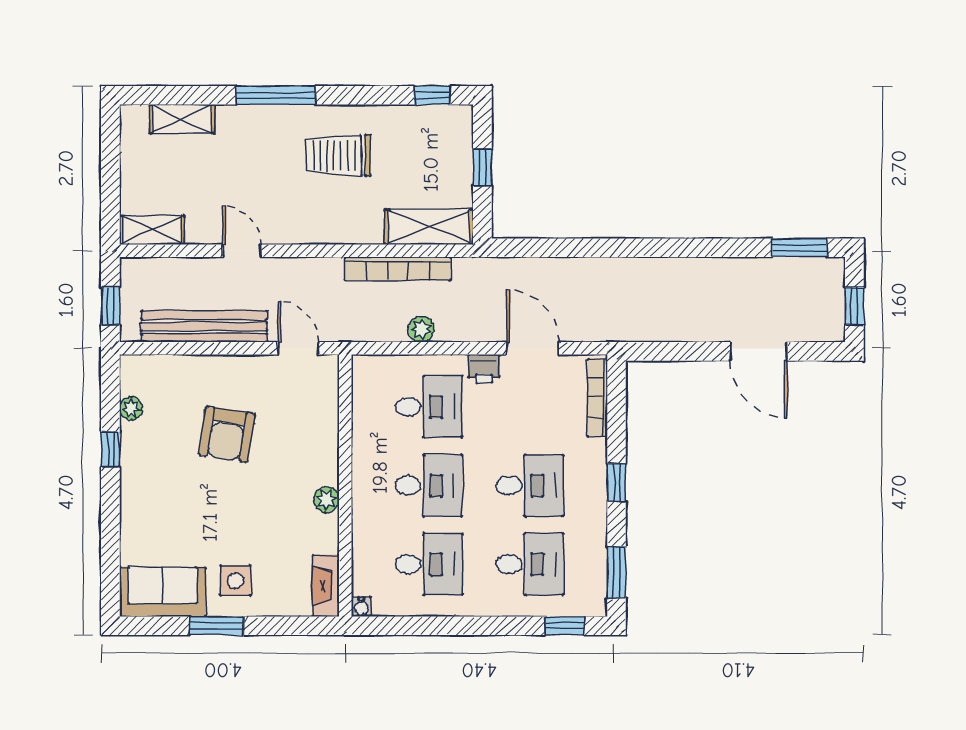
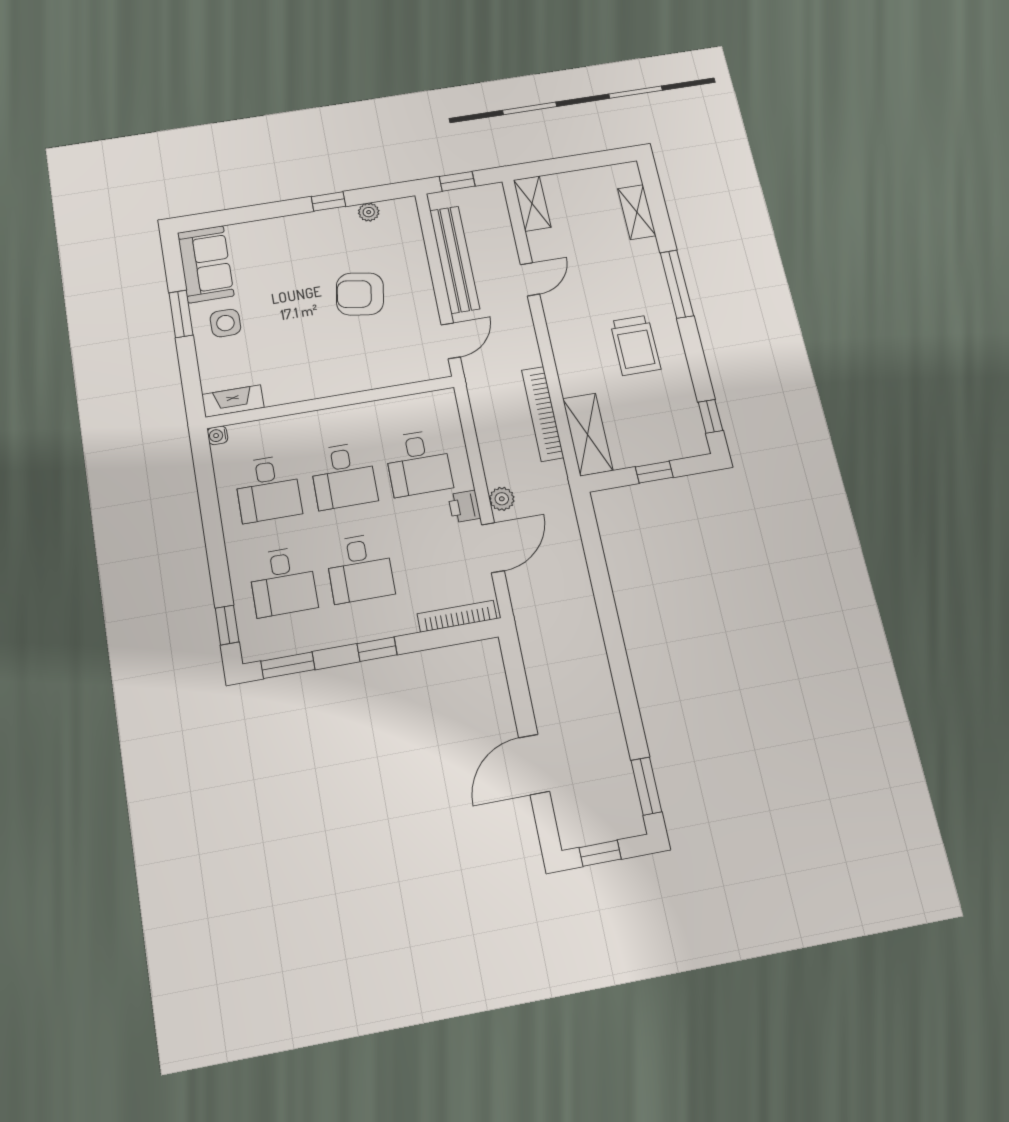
trolley: (338, 155) -> (635, 345), turned 180
plant: (421, 329) -> (502, 499), moved
plant: (326, 500) -> (314, 388), removed

